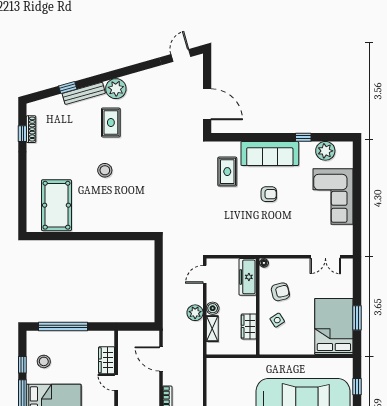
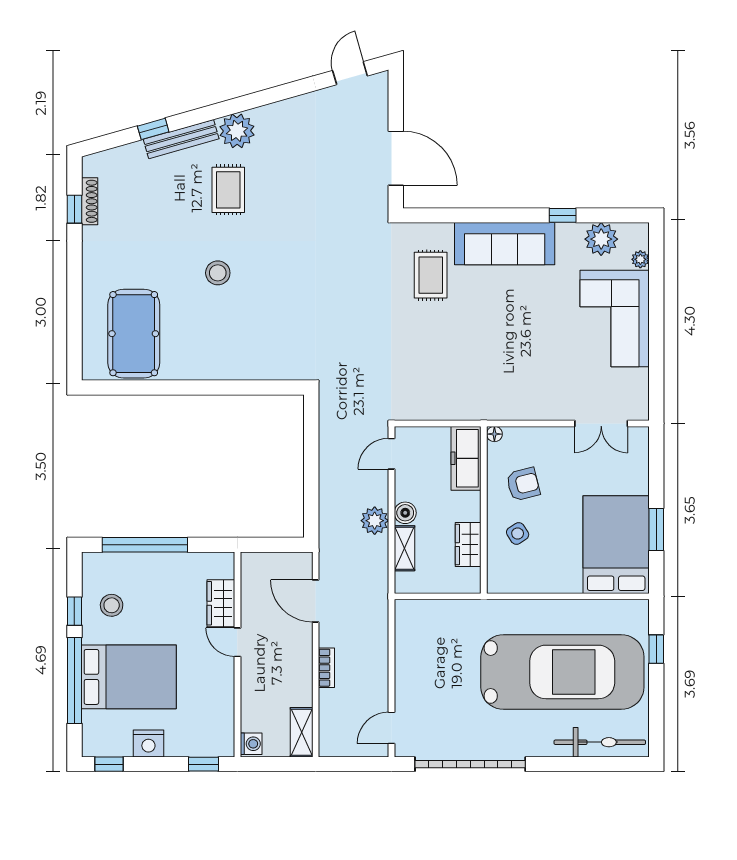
plant: (348, 162) -> (640, 259), added
armchair: (269, 194) -> (503, 314), removed

